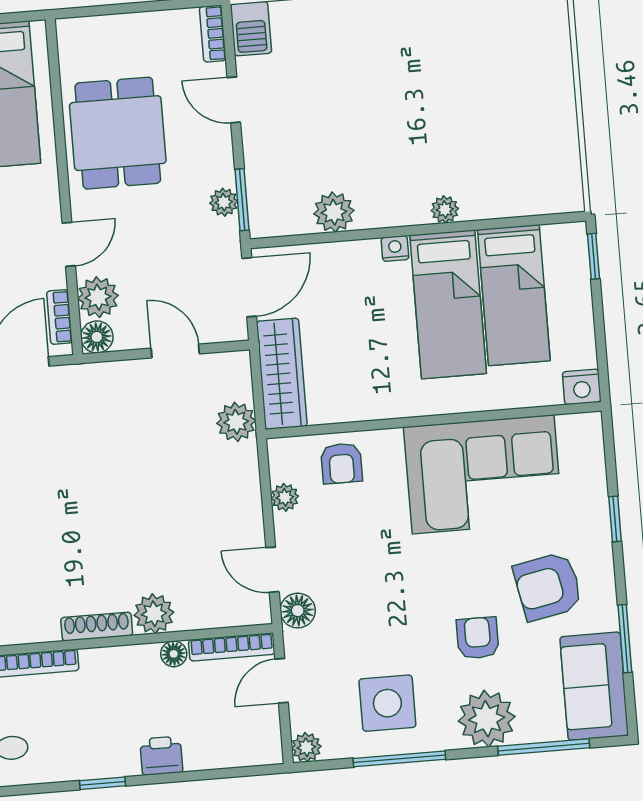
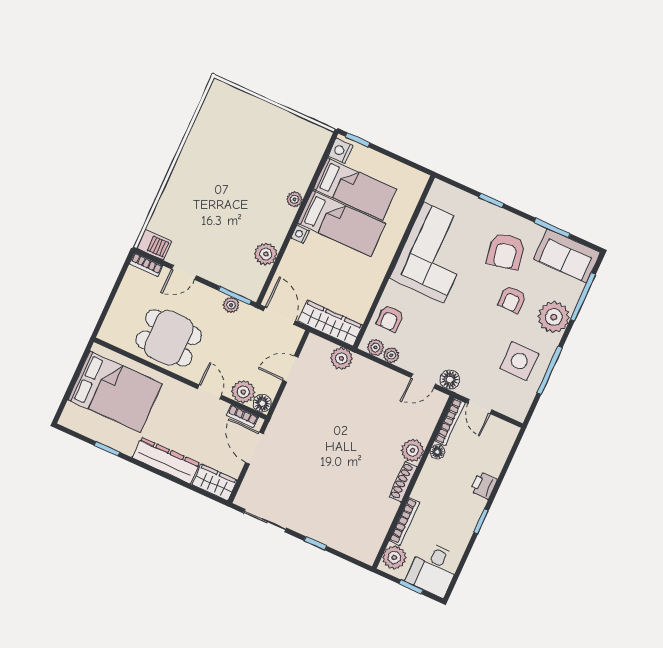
nightstand: (582, 387) -> (341, 151), moved, turned 180
armchair: (341, 463) -> (390, 318), turned 90
armchair: (478, 638) -> (512, 299), turned -90
plant: (306, 747) -> (375, 347), moved

